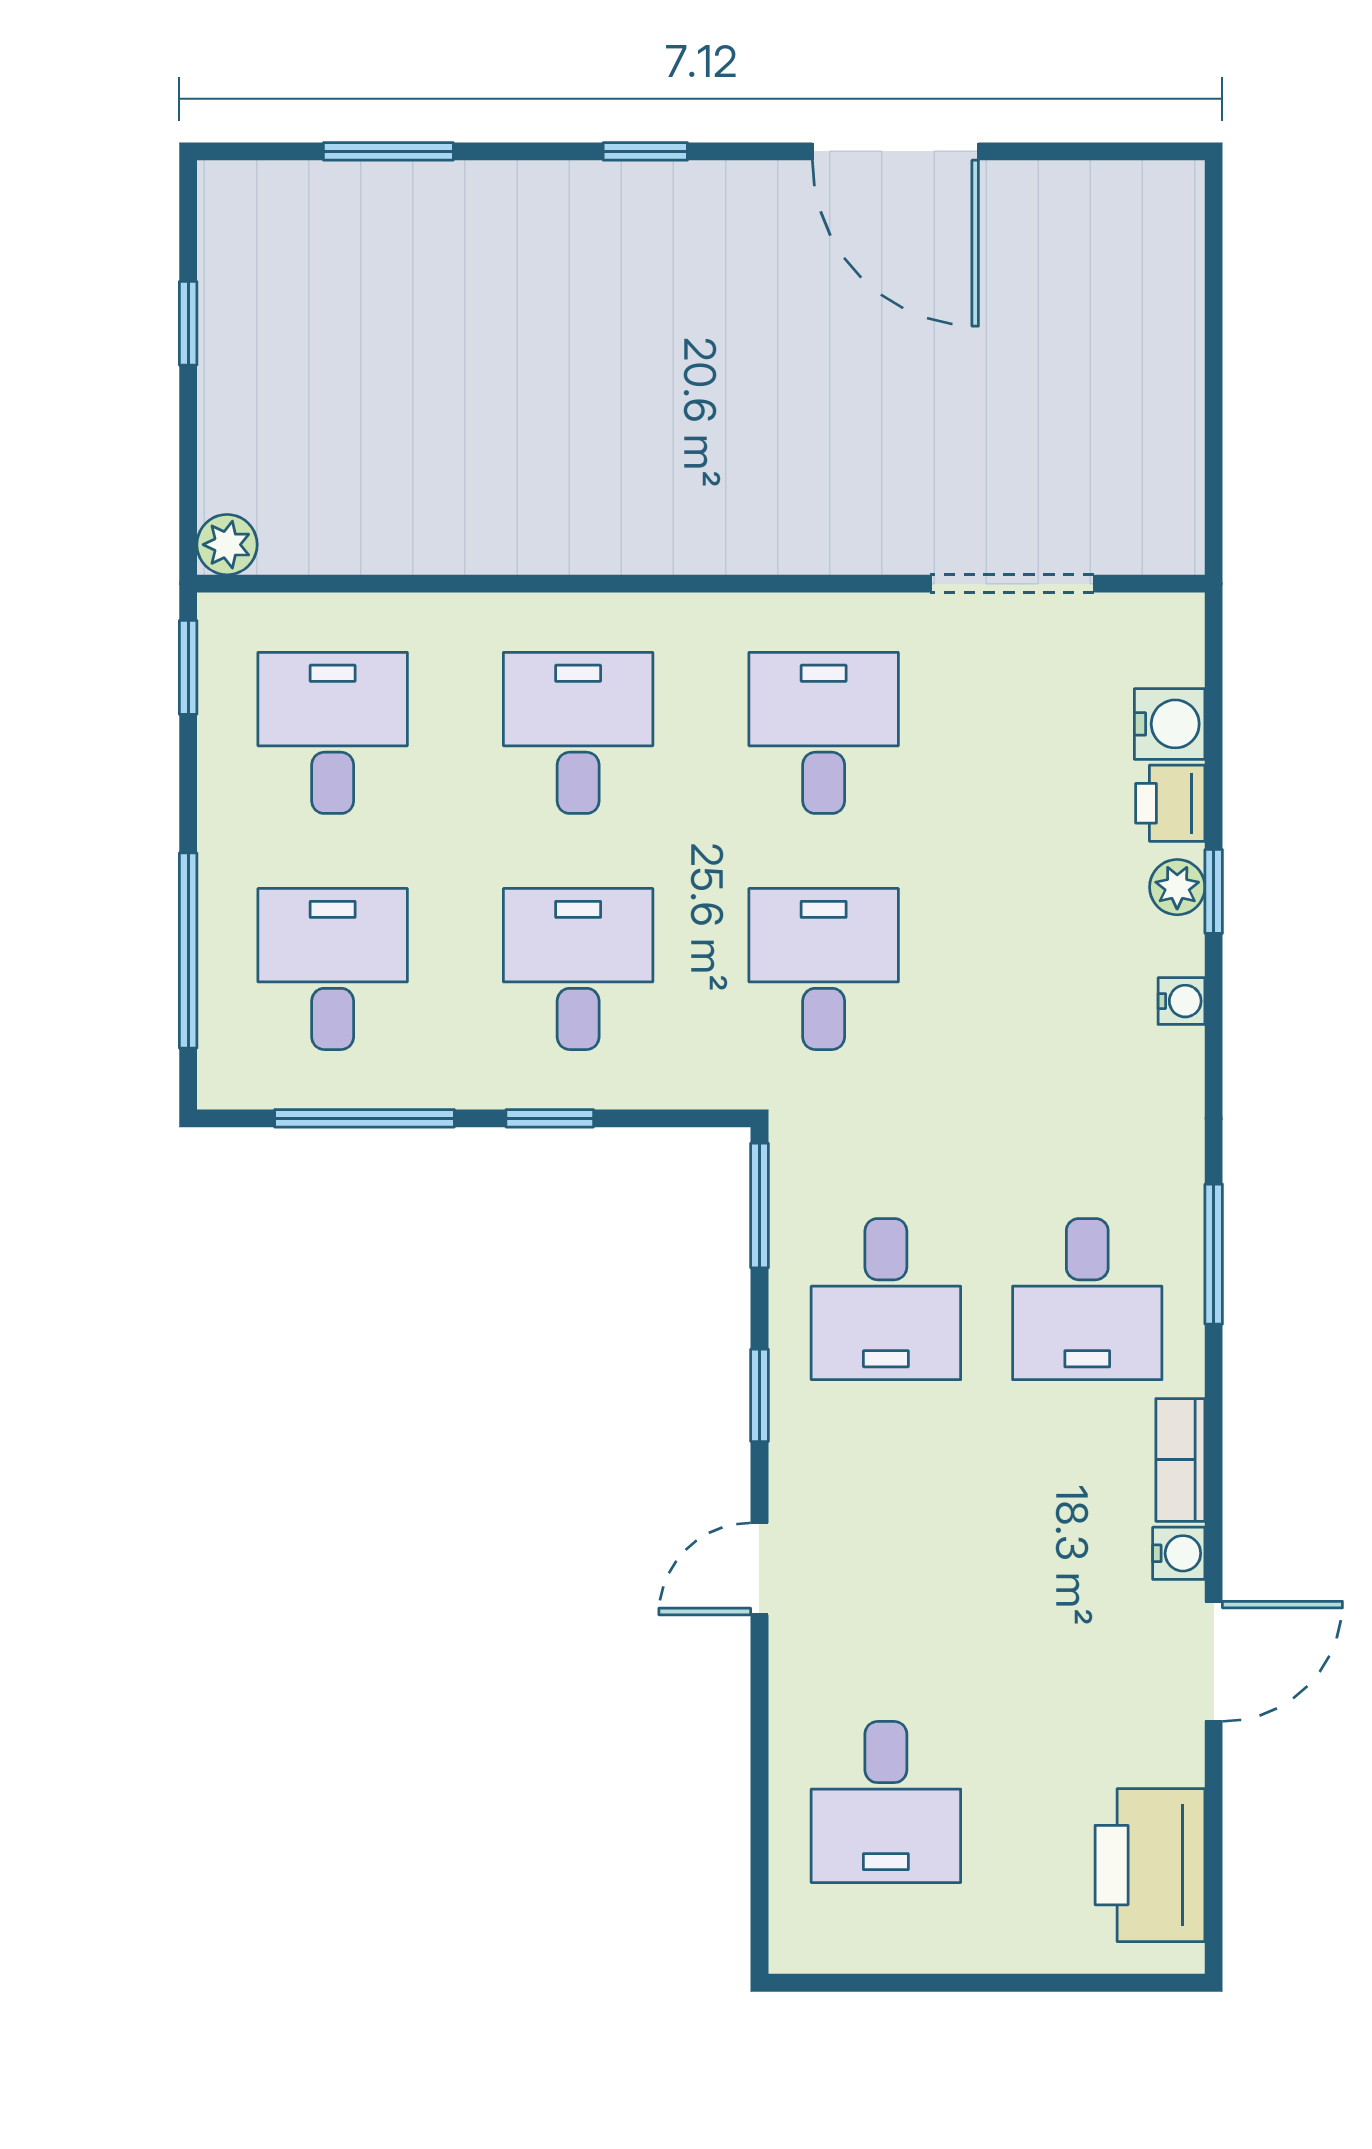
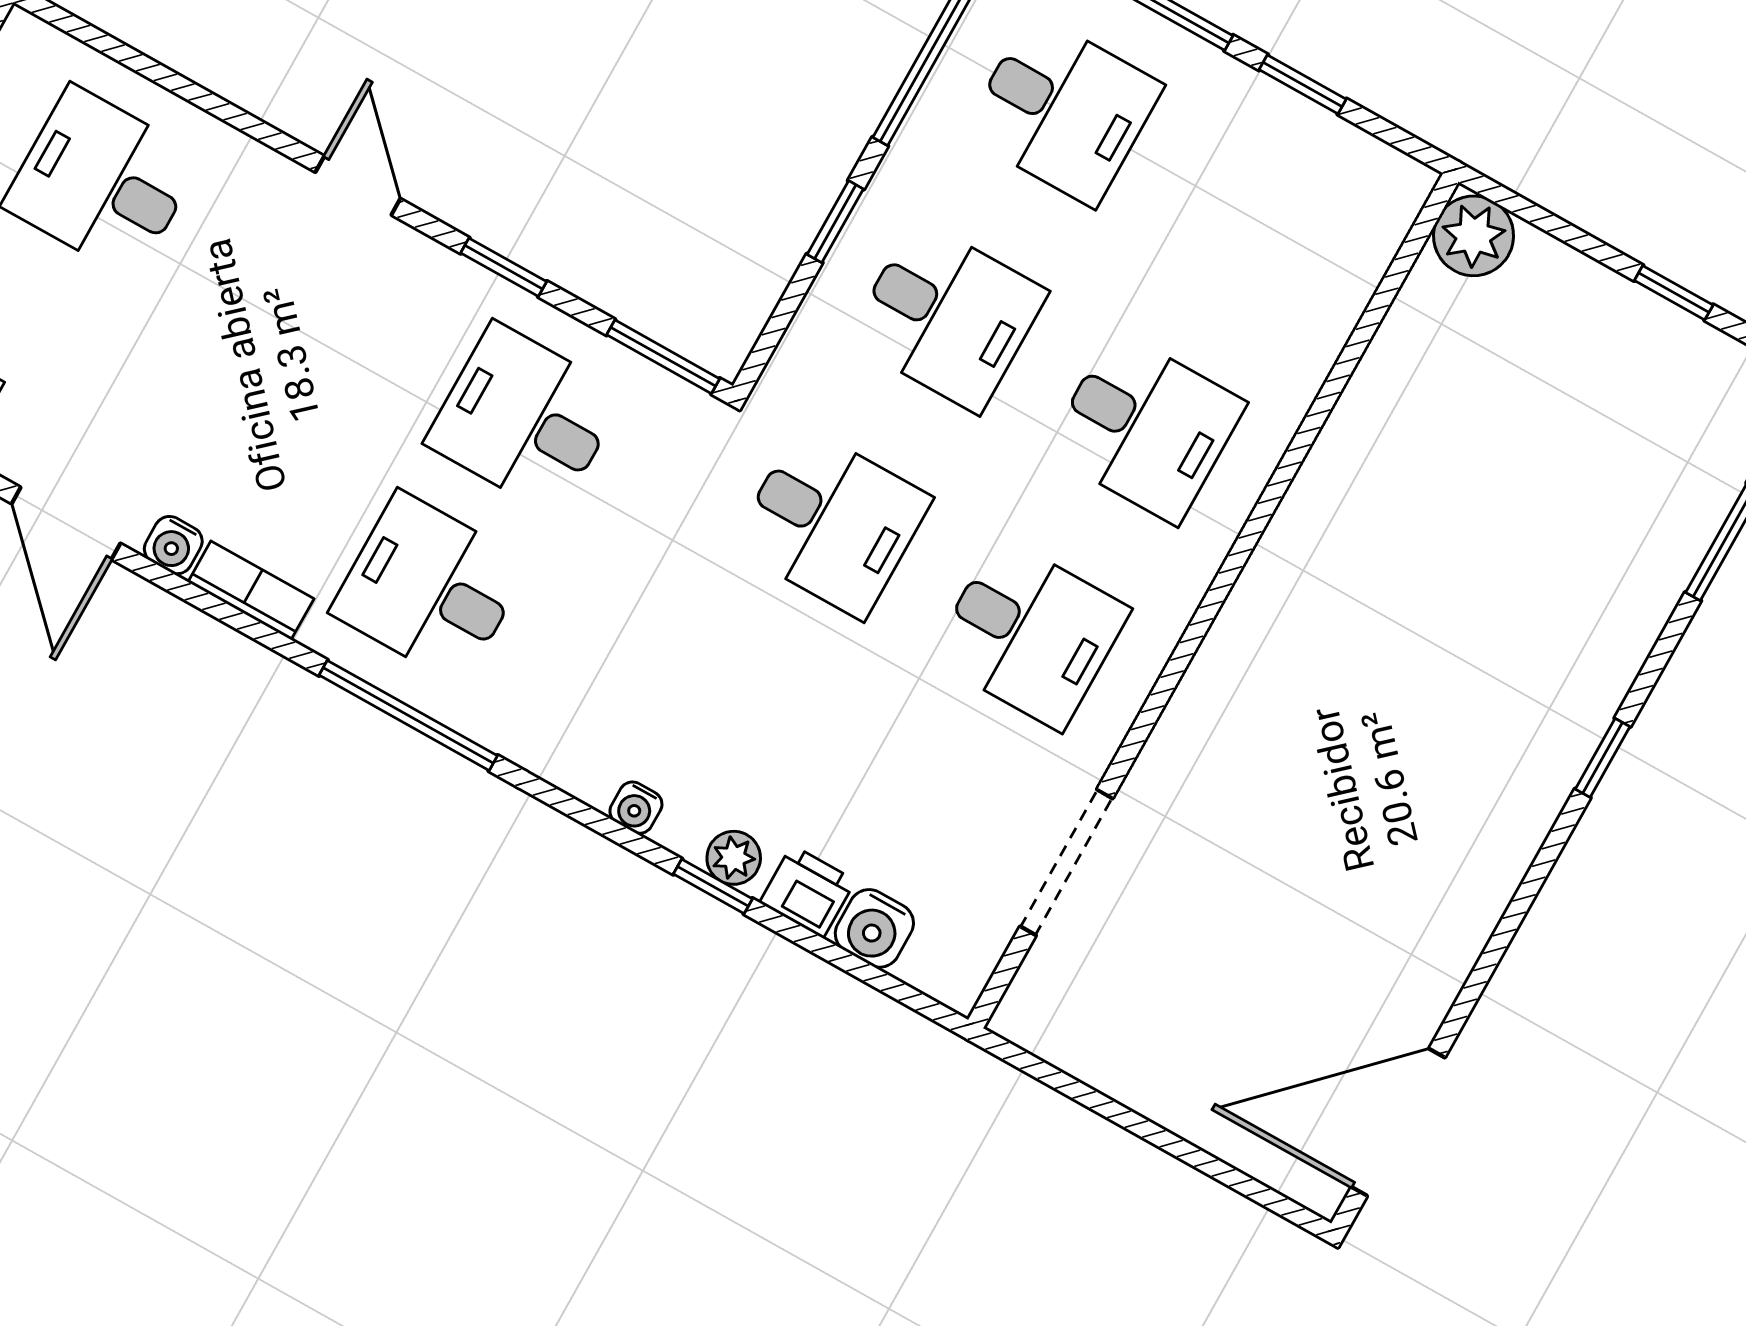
door: (895, 151) -> (1398, 1122), moved
plant: (227, 545) -> (1474, 236), width x1.38, depth x1.38
window: (188, 667) -> (1303, 84), moved
desk: (333, 733) -> (1261, 221), removed
window: (1214, 1254) -> (408, 715), width x1.44

